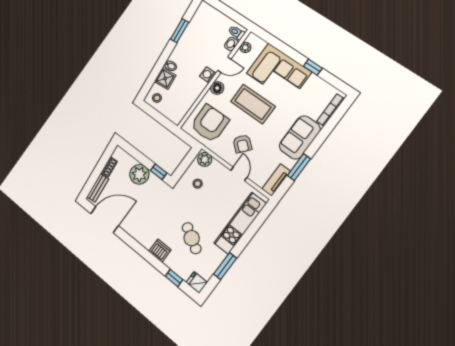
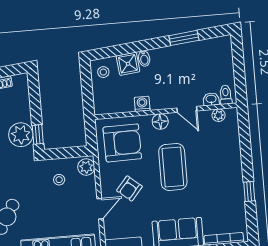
corner sofa: (279, 73) -> (220, 166), removed
washing machine: (208, 75) -> (142, 104), moved
plant: (139, 174) -> (21, 135), moved

